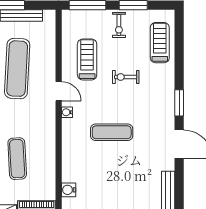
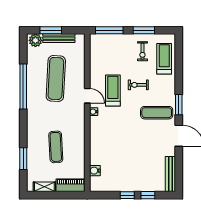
exercise bike: (119, 25) -> (142, 51), moved
treadmill: (87, 59) -> (113, 91), moved
exercise mat: (112, 132) -> (157, 113), moved

